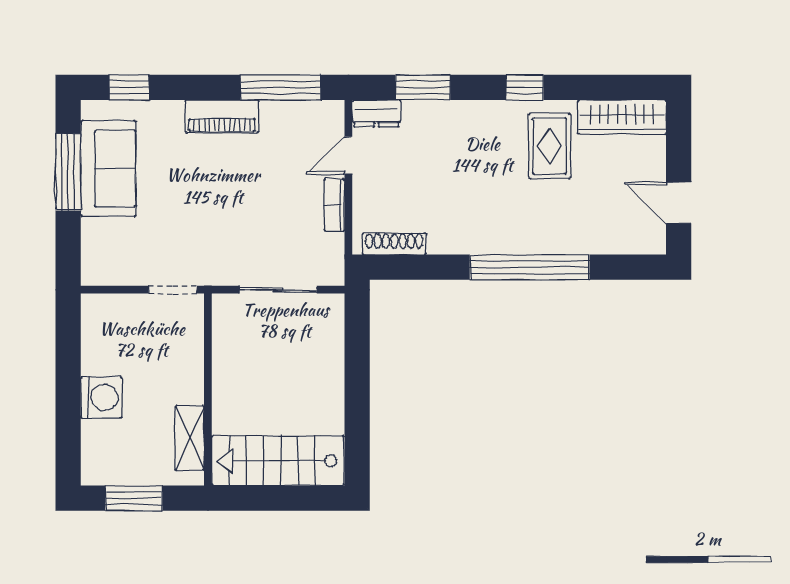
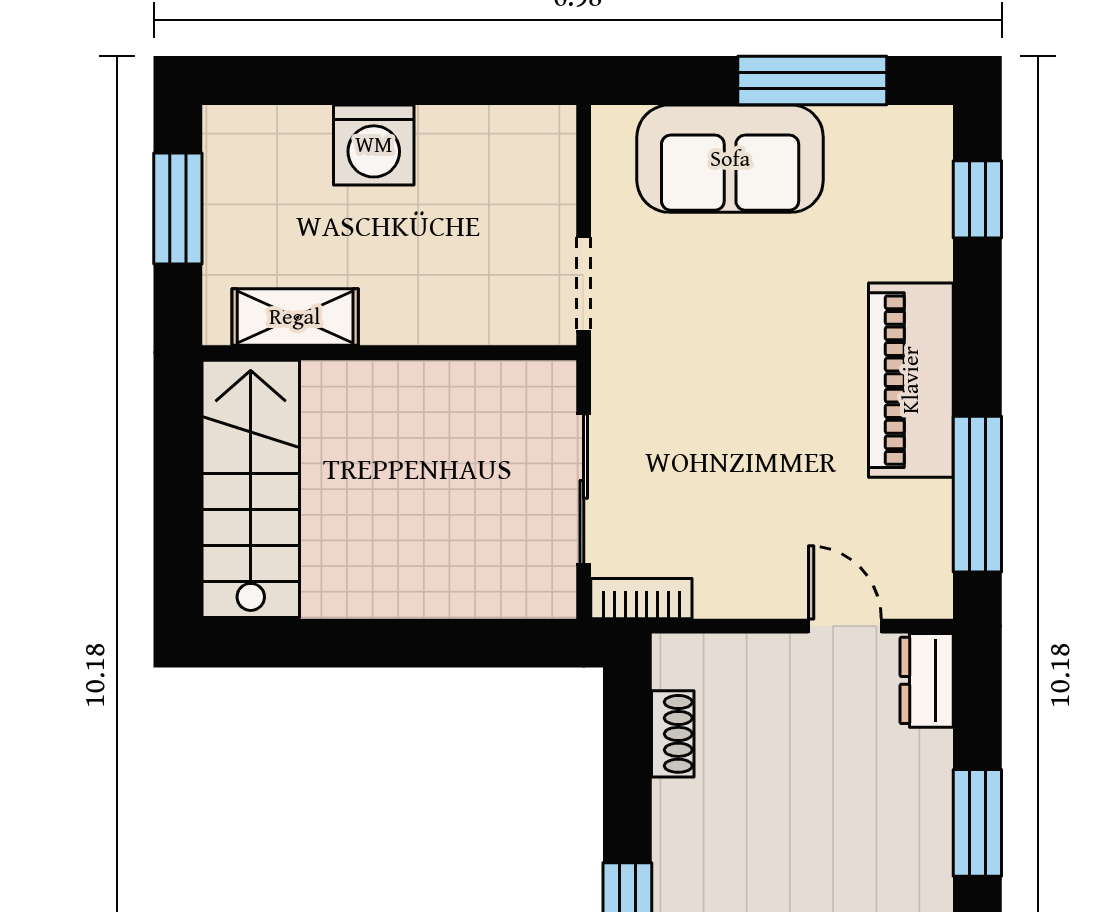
window: (423, 87) -> (977, 823), moved
piano: (222, 116) -> (911, 380), width x1.37, depth x1.33
sofa: (108, 169) -> (730, 159), moved
bookcase: (334, 205) -> (641, 599), moved
shoe rack: (394, 244) -> (673, 734), width x0.70

